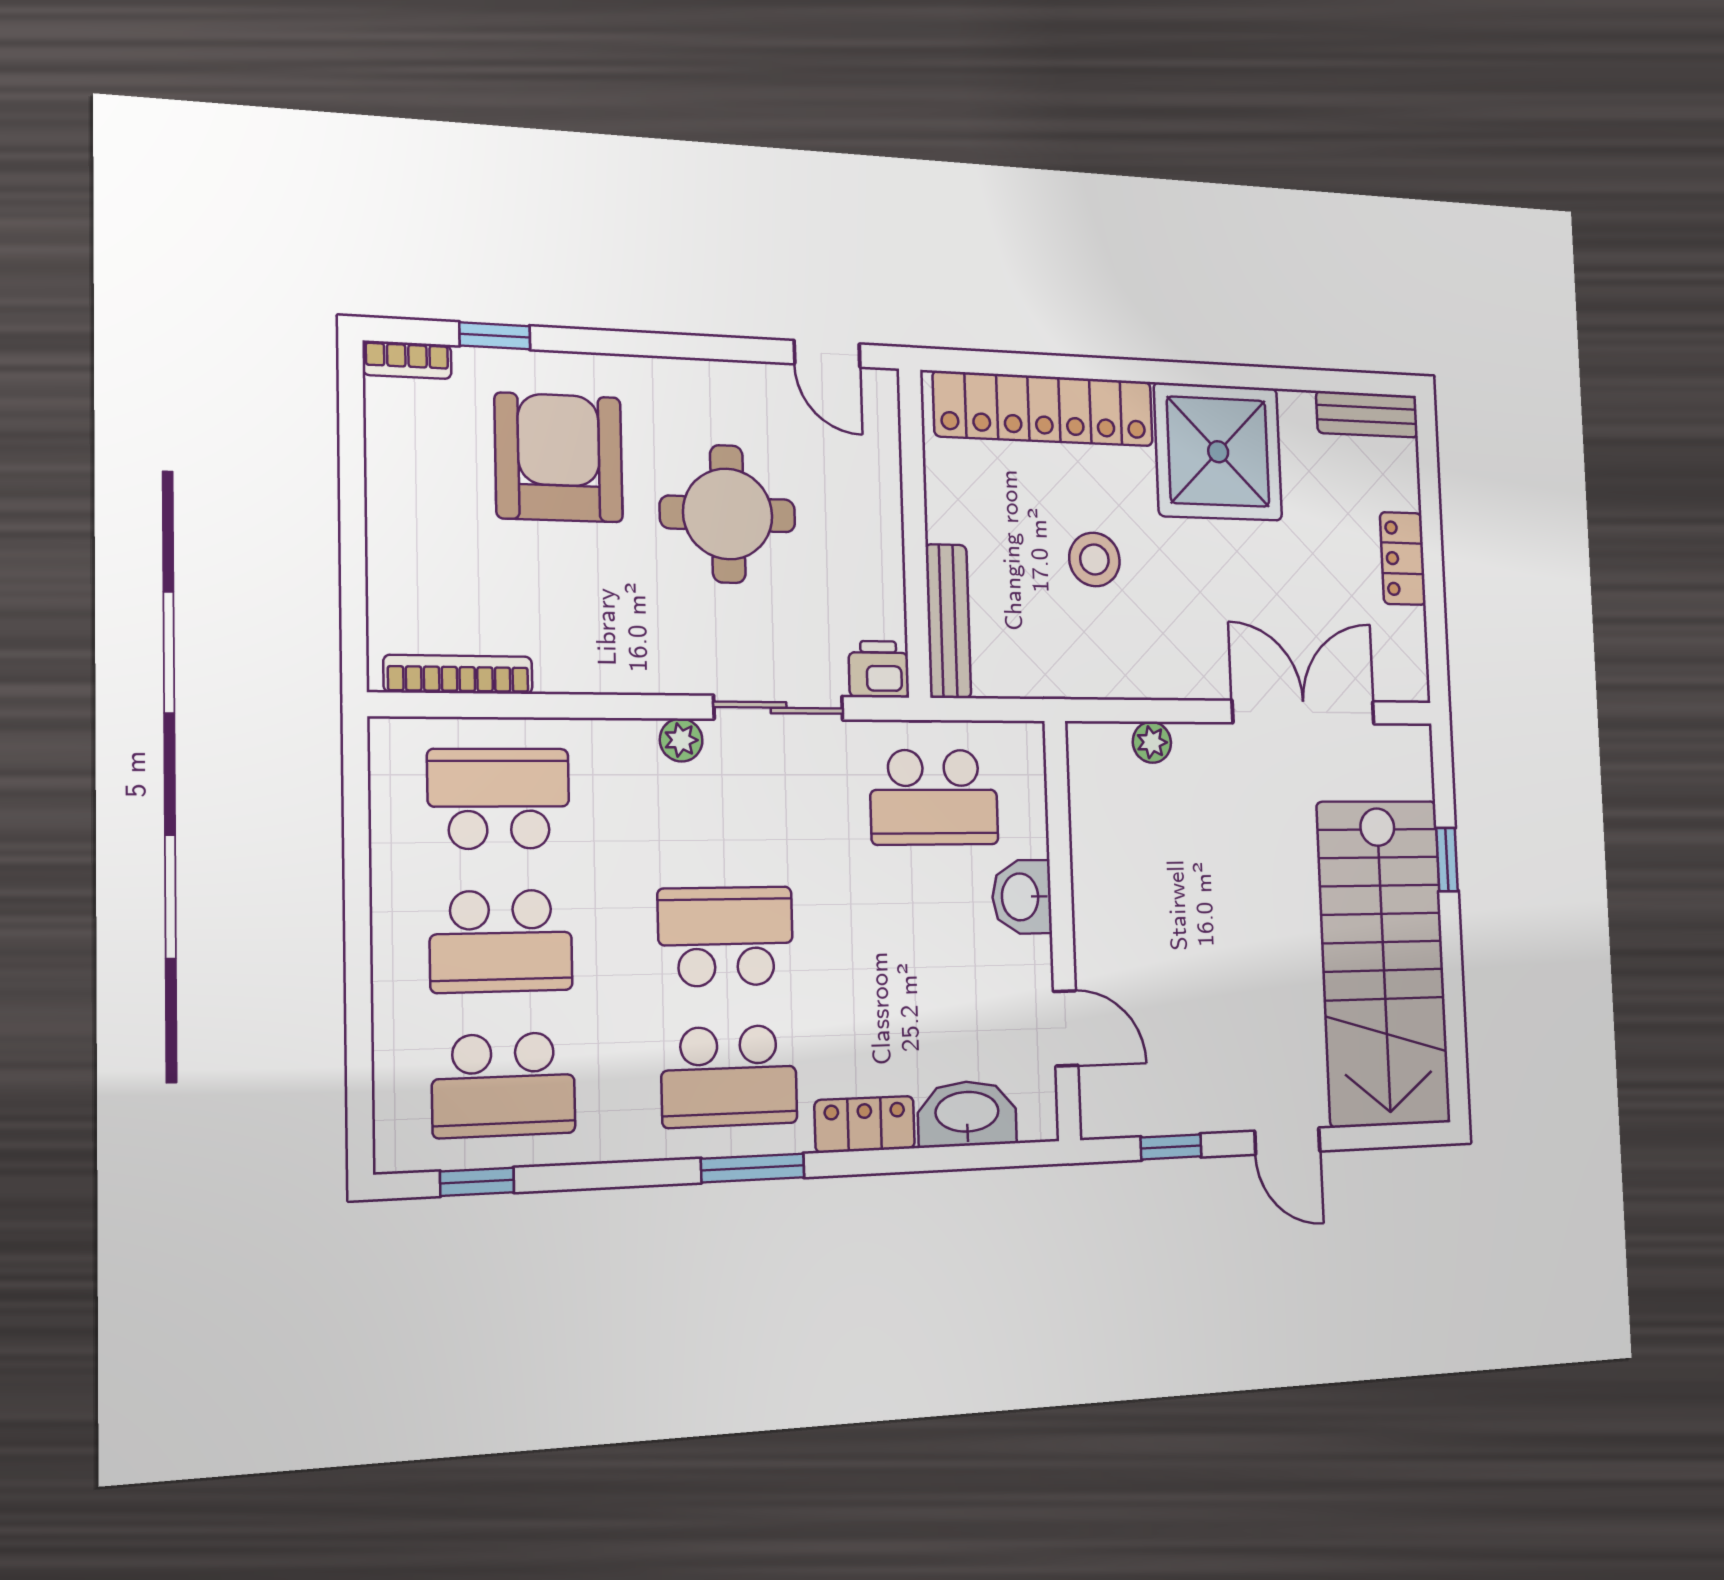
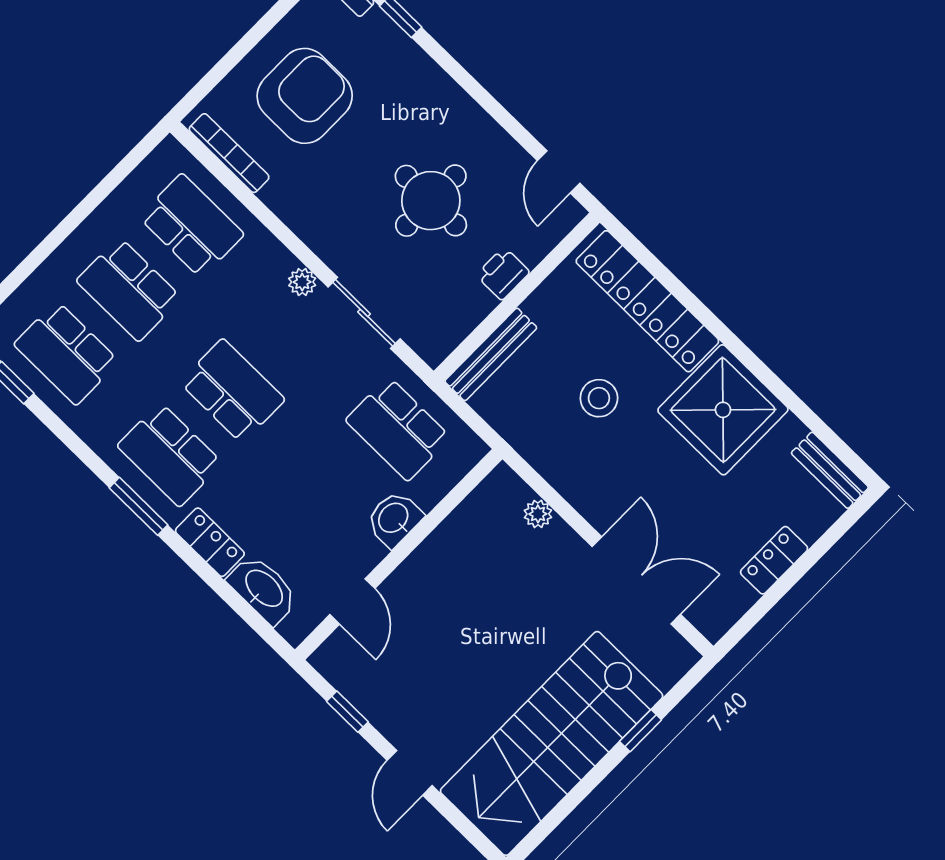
armchair: (559, 458) -> (305, 96), moved
printer: (879, 669) -> (503, 274), moved, turned -90

